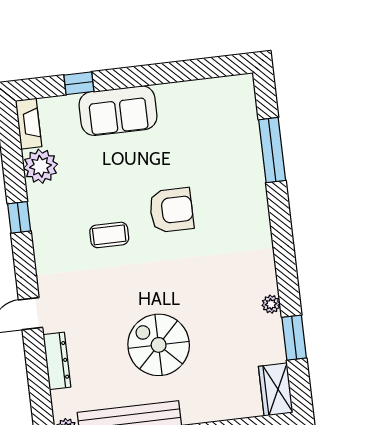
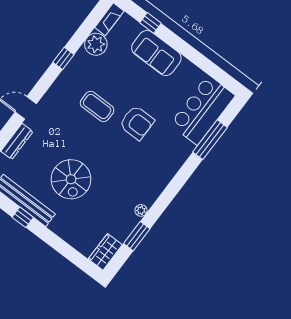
bar counter: (232, 125) -> (203, 110), added
coffee table: (109, 235) -> (97, 107), width x1.36, depth x1.30
spiral stairs: (159, 345) -> (71, 179), turned 180

